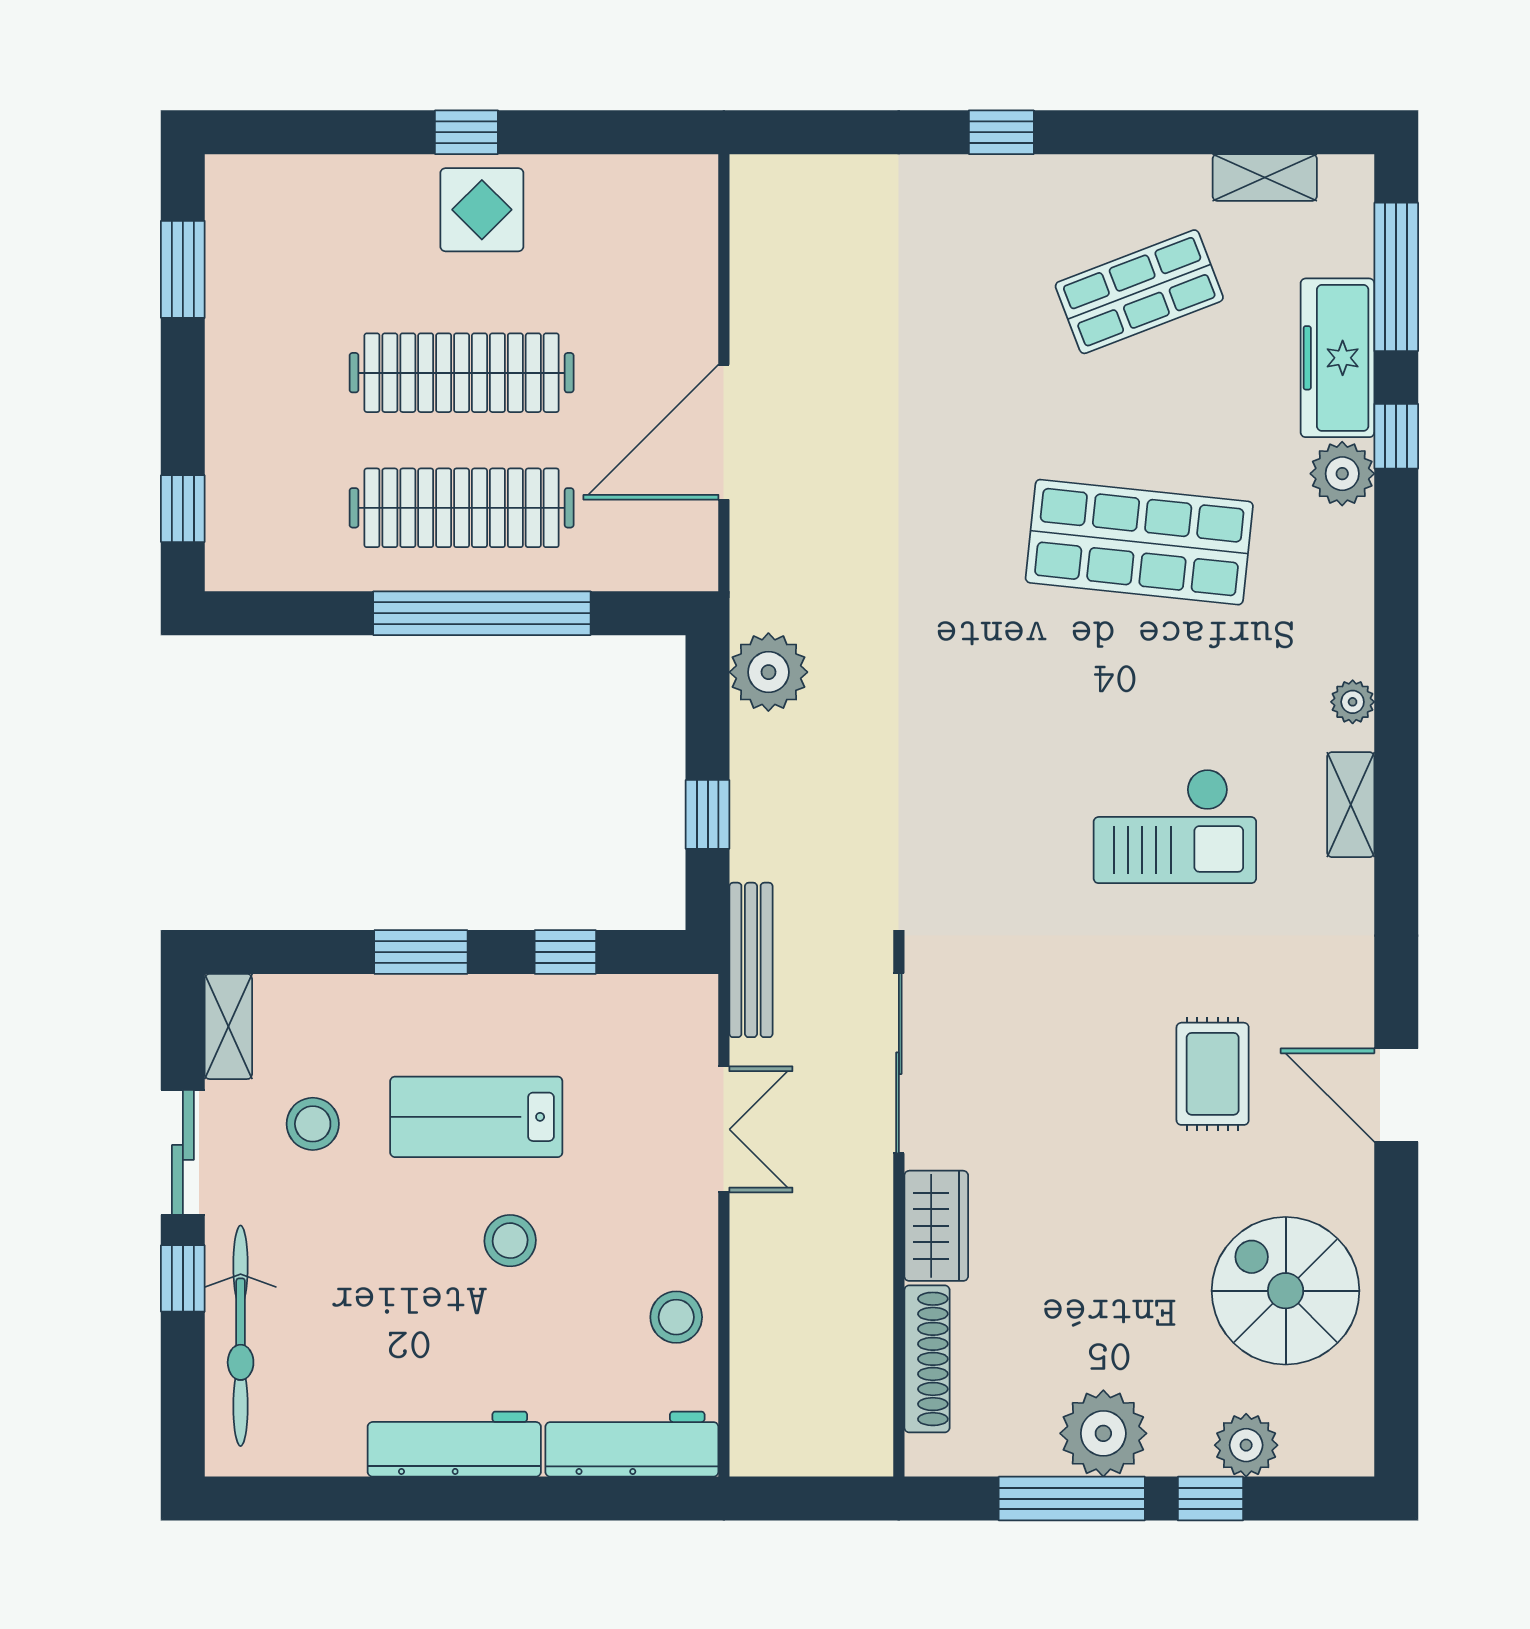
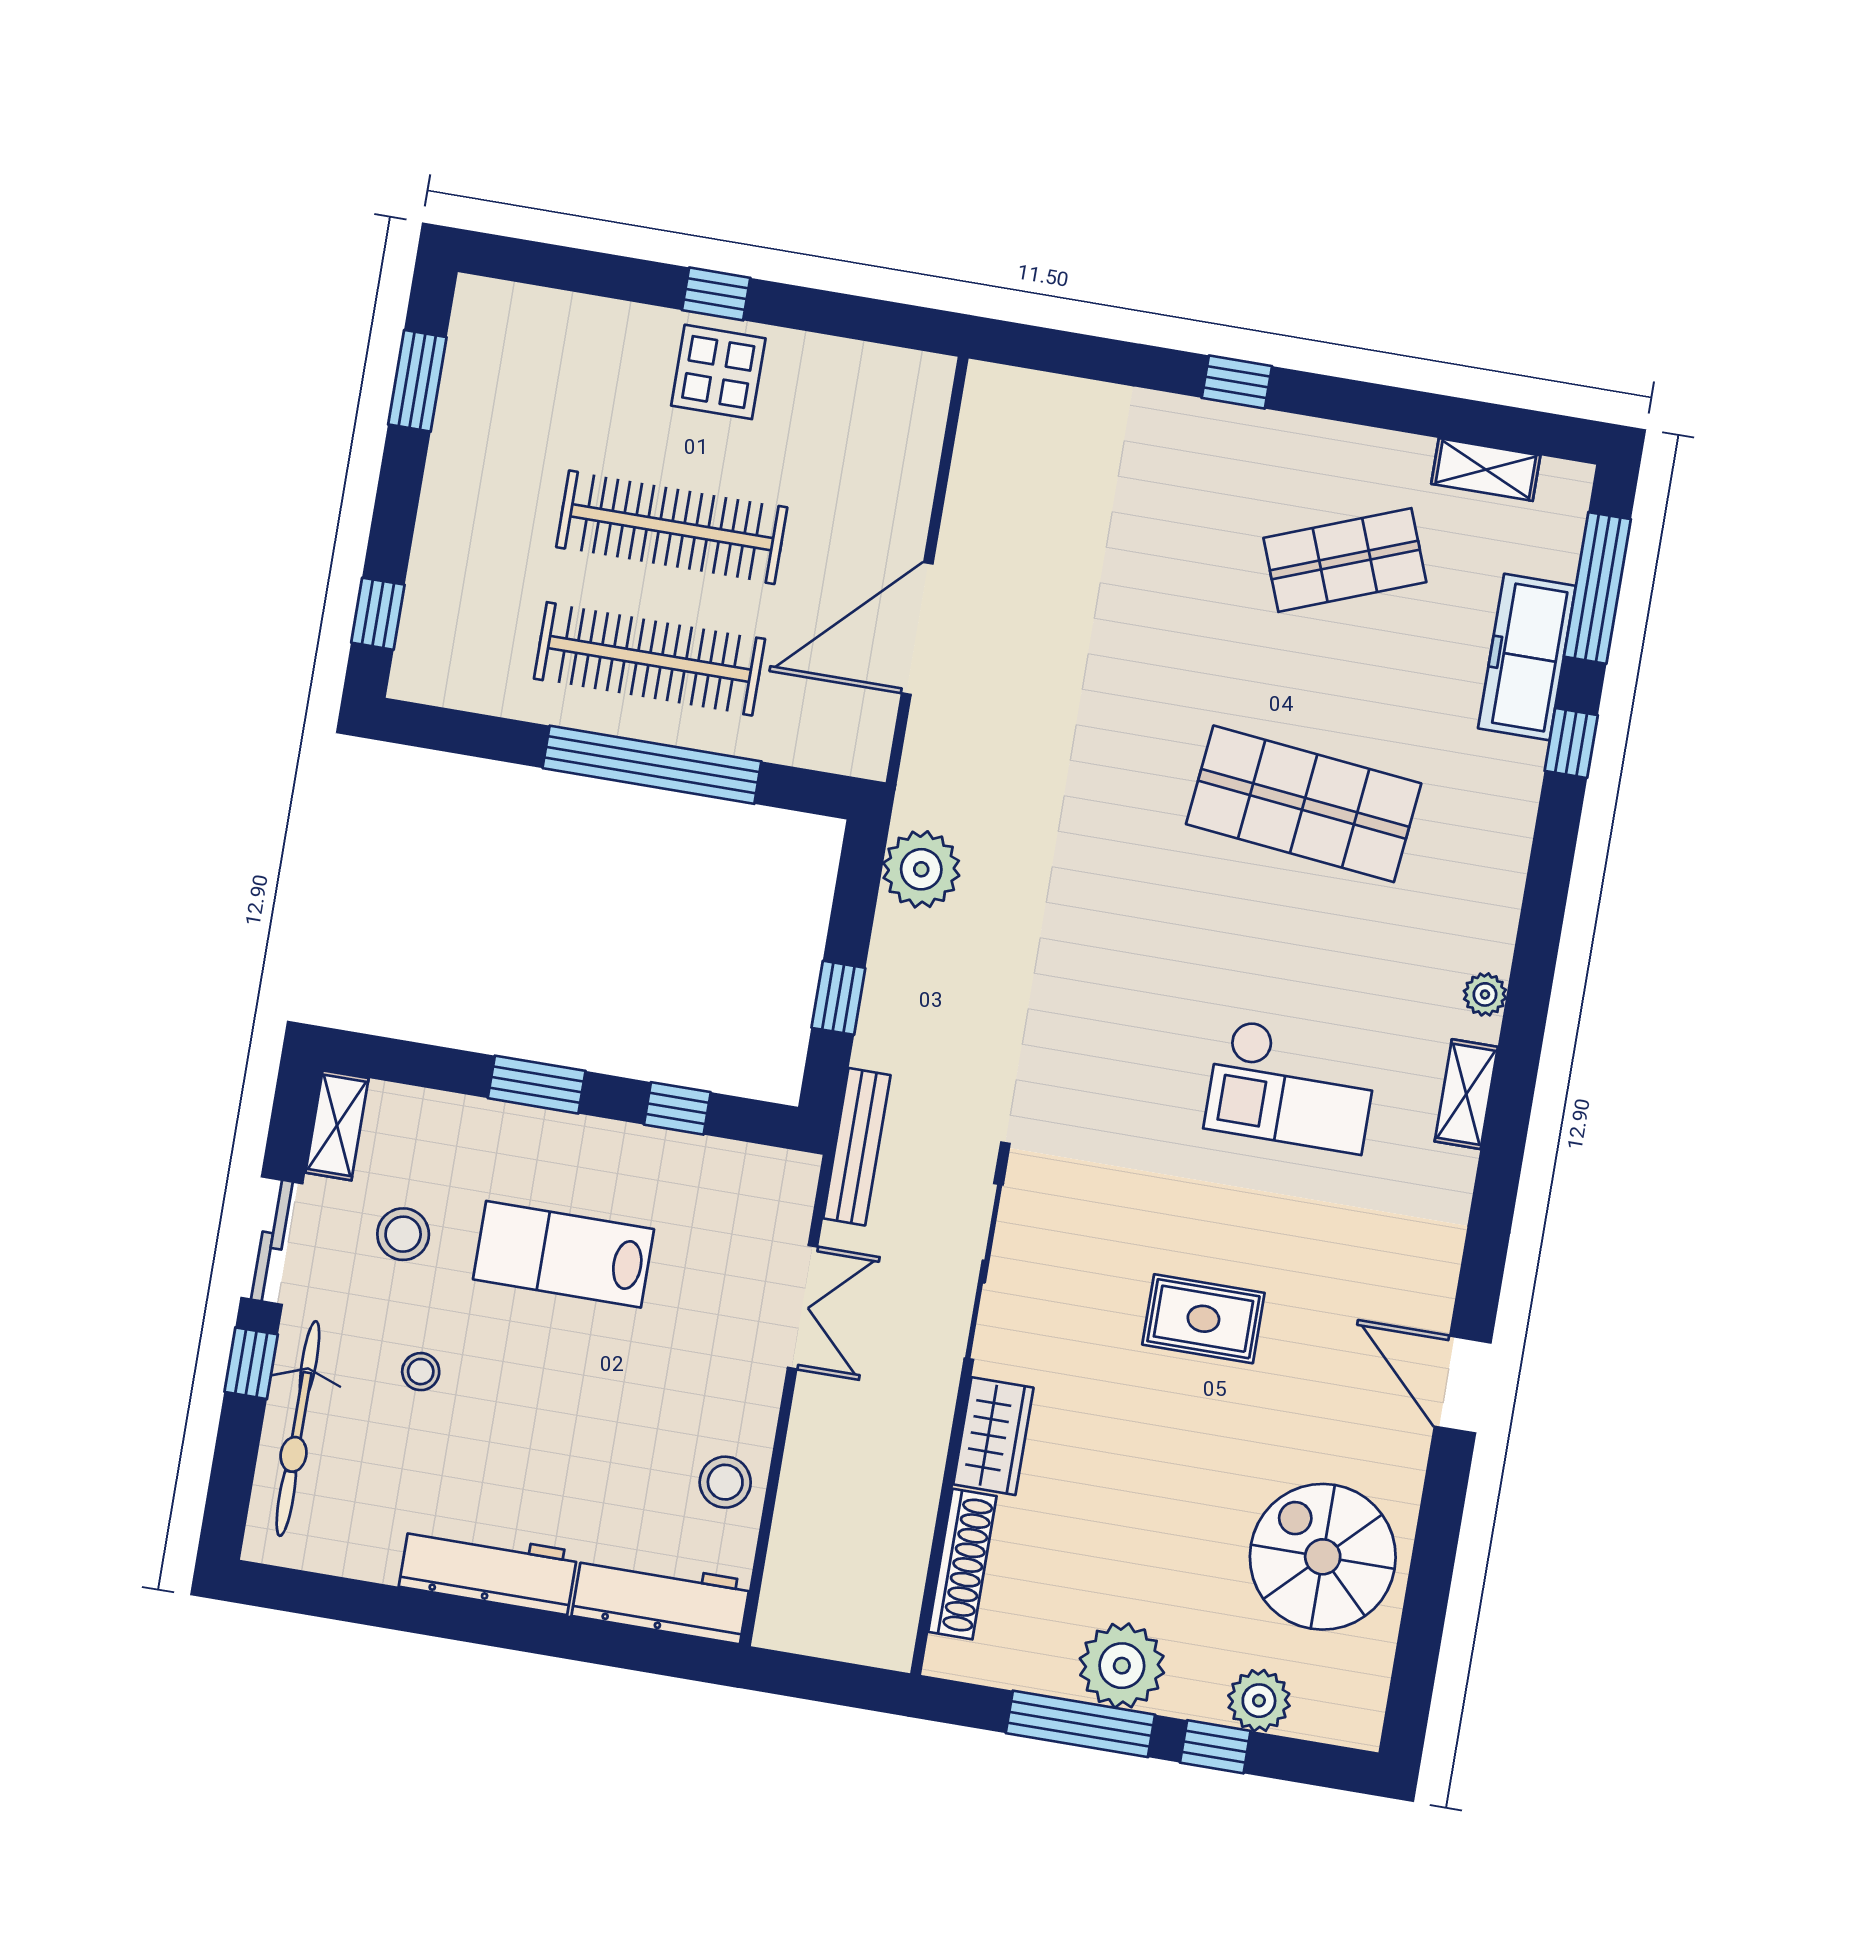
plant: (1342, 474) -> (1513, 771), removed
rug: (1213, 1074) -> (1203, 1319), moved, turned 90
stool: (510, 1241) -> (421, 1372), moved, width x0.73, depth x0.73

